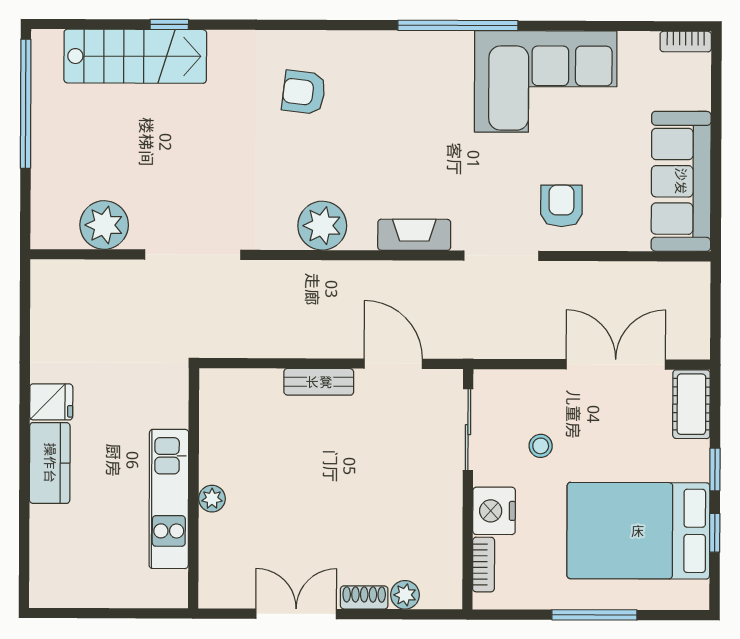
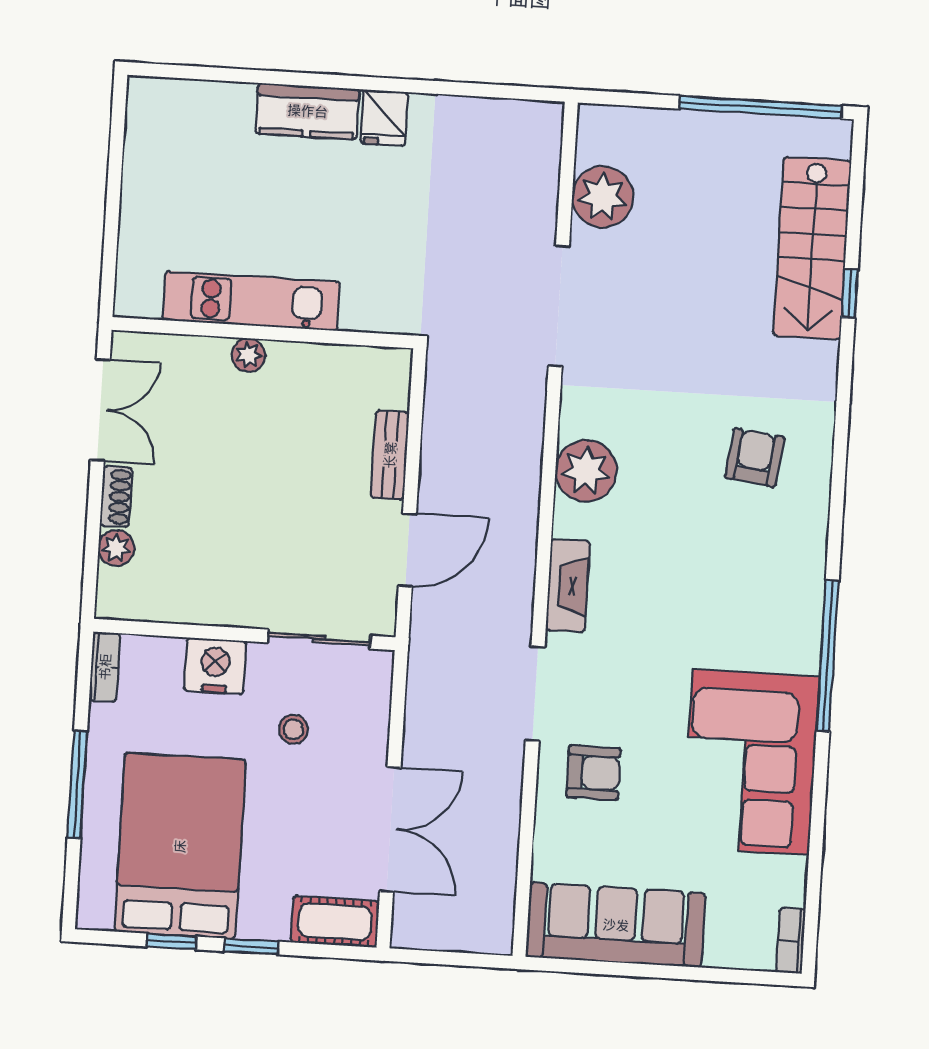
wall: (194, 488) -> (263, 333), moved
kitchen unit: (169, 499) -> (251, 301), moved
plant: (212, 499) -> (248, 355), moved
bookcase: (484, 565) -> (105, 667), moved, turned -90

